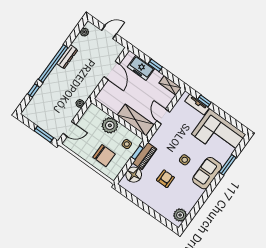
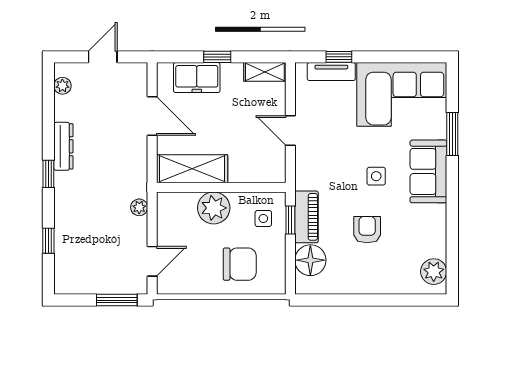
window: (53, 64) -> (48, 174), width x0.32
shelving: (135, 120) -> (192, 169), moved

